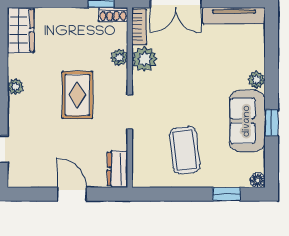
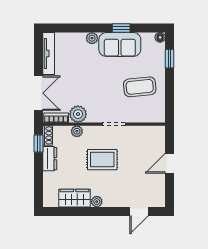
wardrobe: (21, 30) -> (75, 198), moved
dresser: (117, 169) -> (50, 159), moved, turned -90

